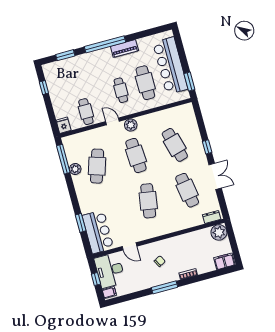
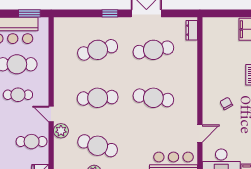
door: (112, 121) -> (51, 114), hinge flipped
plant: (131, 125) -> (61, 131), moved
plant: (219, 232) -> (212, 26), removed

